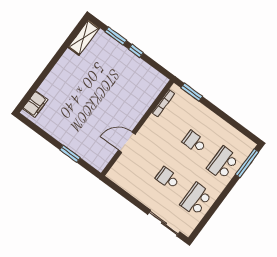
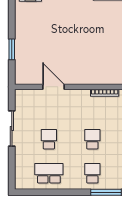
school desk: (223, 163) -> (92, 173), width x0.54
sliding door: (164, 223) -> (12, 129), moved

